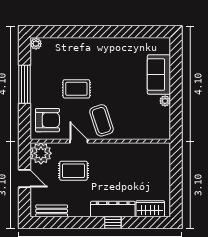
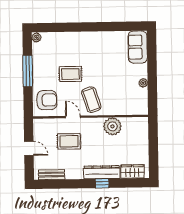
sofa: (159, 75) -> (138, 47), moved
plant: (41, 153) -> (112, 126), moved

